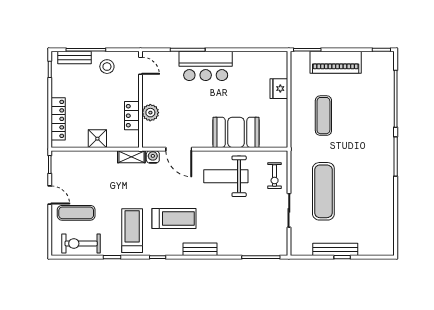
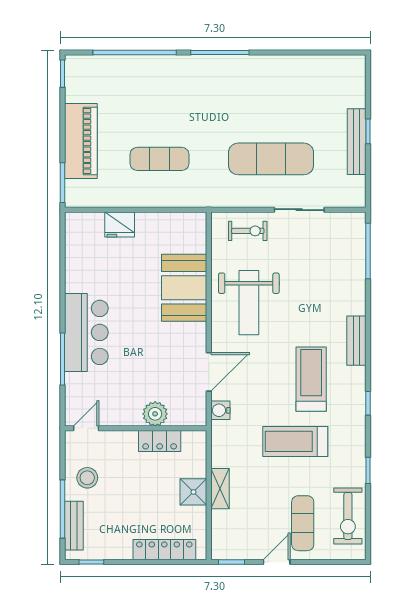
shelving: (131, 157) -> (220, 489), moved
treadmill: (132, 231) -> (295, 441), moved

